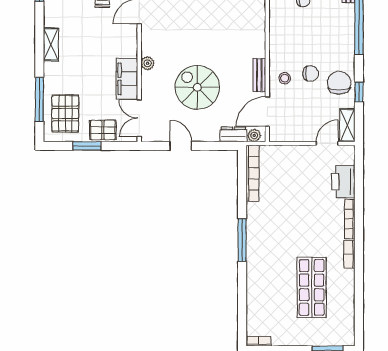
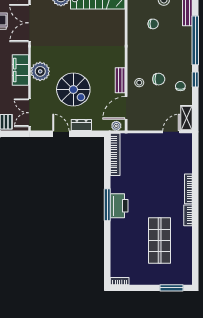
plant: (147, 63) -> (40, 71), width x1.88, depth x1.88
filing cabinet: (127, 79) -> (20, 70), moved
chair: (339, 83) -> (180, 86), width x0.54, depth x0.54
spiral stairs: (197, 87) -> (73, 90), turned 180
window: (359, 92) -> (195, 80), moved
dresser: (233, 134) -> (81, 125), moved
printer: (343, 182) -> (119, 206), moved, turned 180

